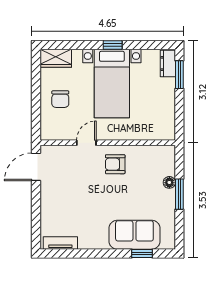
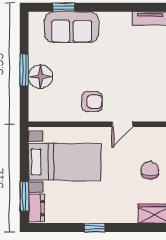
bed with nightstands: (112, 83) -> (65, 162), moved, turned 90
floor lamp: (169, 182) -> (40, 77), width x1.89, depth x1.89

